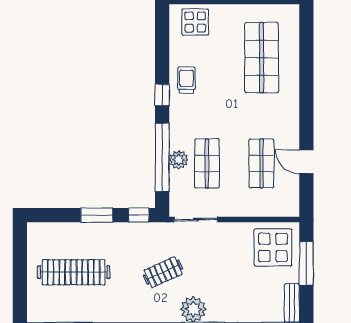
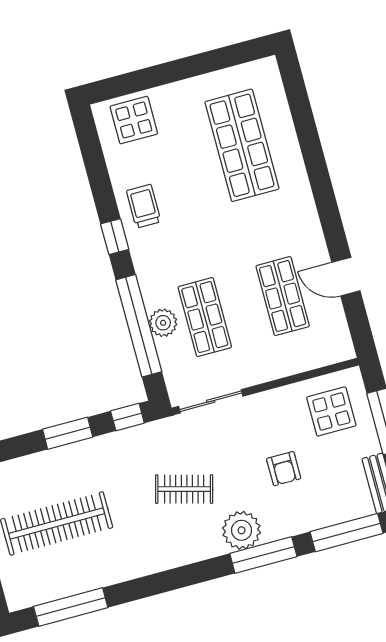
display table: (273, 247) -> (331, 411), width x0.73, depth x0.73
clothes rail: (163, 272) -> (184, 489), turned 39
armchair: (232, 276) -> (284, 469), added

